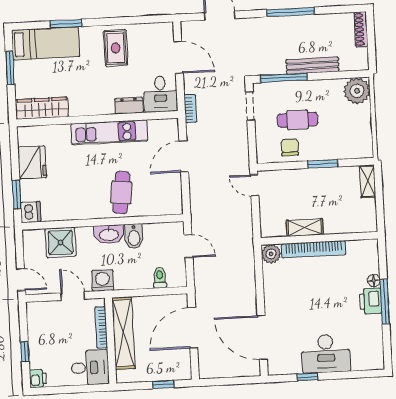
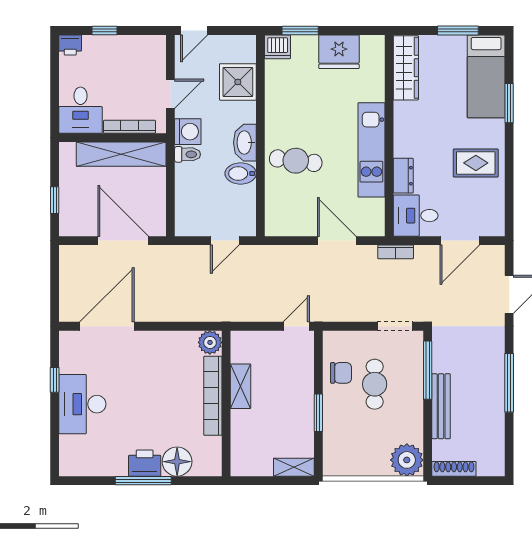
shoe rack: (361, 29) -> (454, 469), moved
toilet: (160, 278) -> (188, 154), moved
floor lamp: (374, 281) -> (177, 462), width x1.89, depth x1.89

